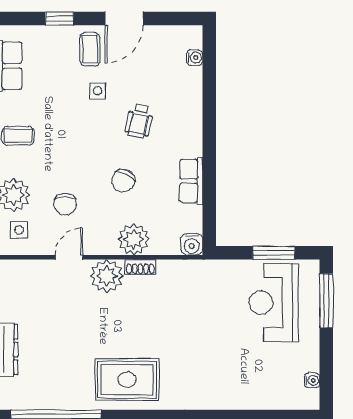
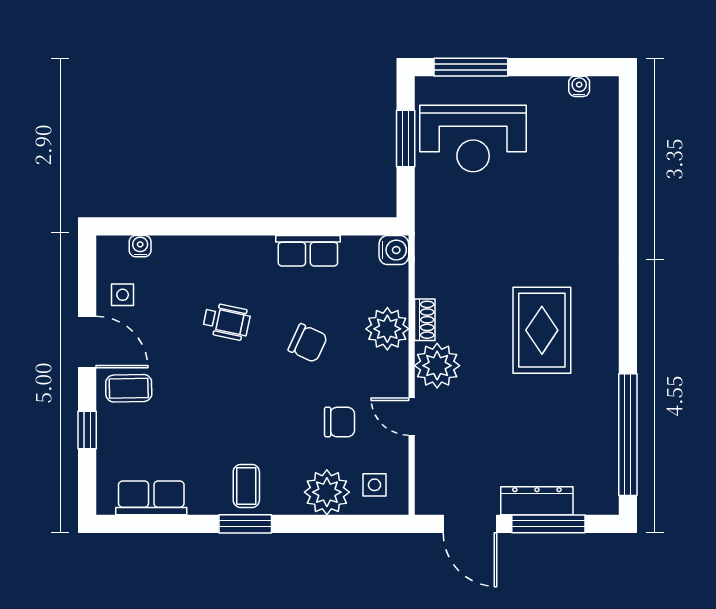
side table: (98, 91) -> (123, 295), moved
rug: (127, 380) -> (542, 330), moved

